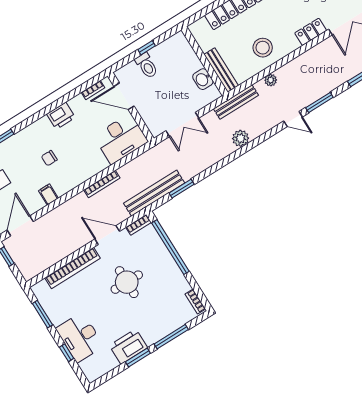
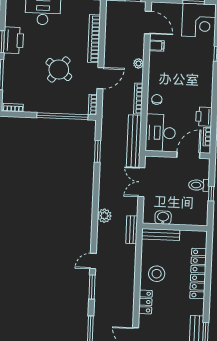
locker: (311, 32) -> (145, 302), moved
plant: (271, 80) -> (138, 63), moved
bench: (236, 102) -> (132, 230), width x0.73
printer: (61, 116) -> (204, 117), moved
chair: (49, 158) -> (157, 99), moved
bench: (154, 193) -> (134, 141), moved
filing cabinet: (48, 194) -> (157, 46), moved
round table: (127, 282) -> (59, 69), turned 37

